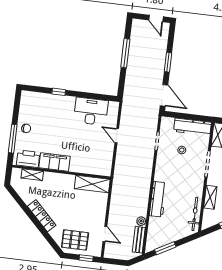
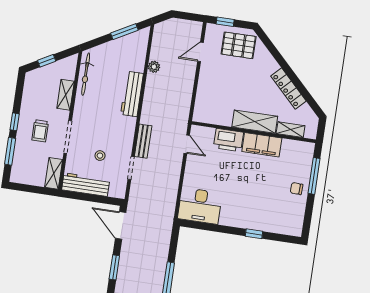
desk: (91, 111) -> (200, 206), moved
door: (117, 136) -> (187, 144), moved
printer: (28, 159) -> (228, 140), moved
shelving: (92, 184) -> (255, 122), moved
locker: (42, 216) -> (288, 89), moved
door: (105, 234) -> (200, 52), hinge flipped
bench: (139, 240) -> (143, 141), moved

